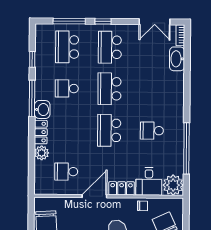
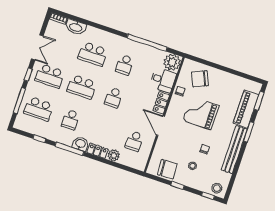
double door: (155, 22) -> (37, 47), moved
school desk: (152, 89) -> (93, 54), added
school desk: (109, 130) -> (114, 98), width x0.54

